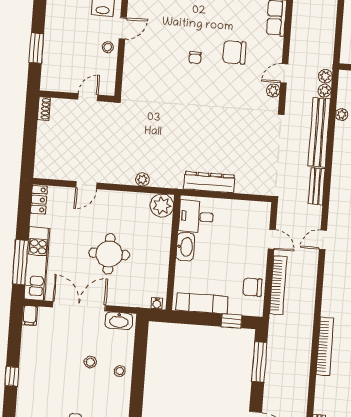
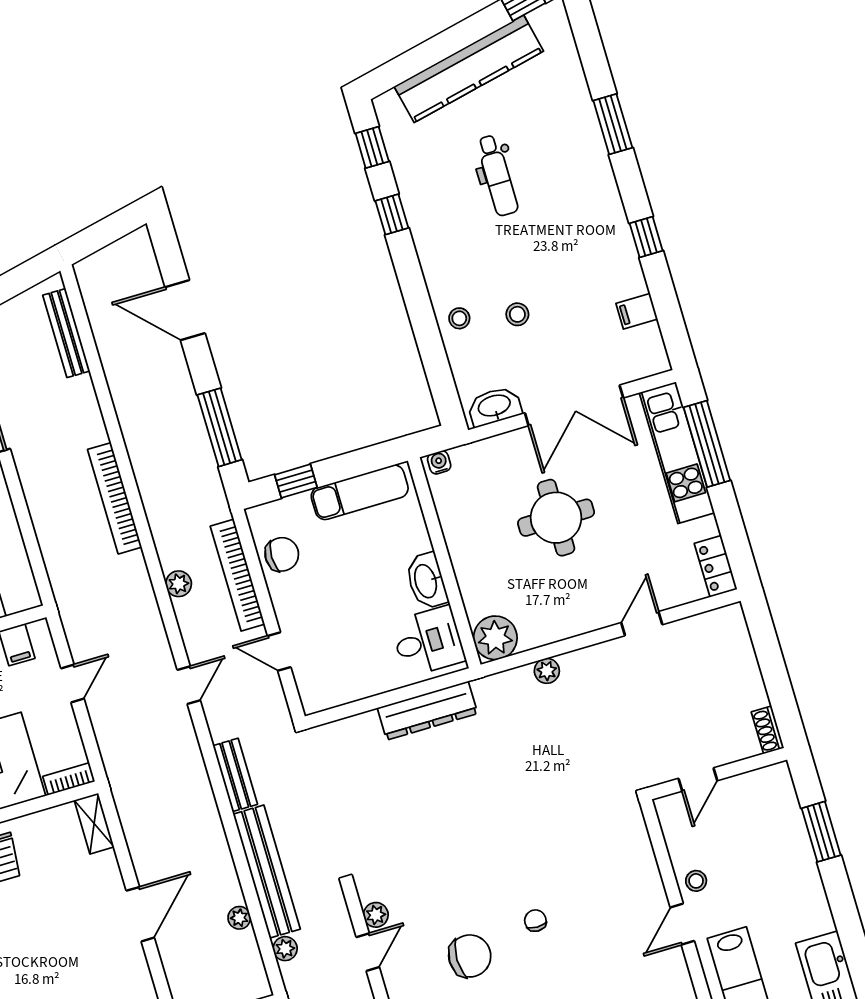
plant: (325, 76) -> (179, 584), moved
filing cabinet: (30, 315) -> (637, 311), moved, turned -90

